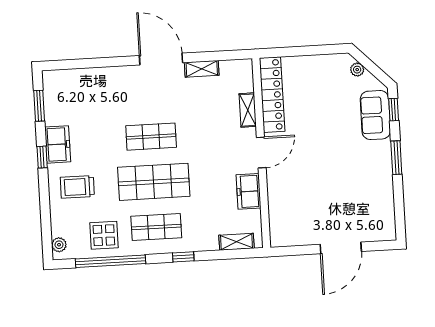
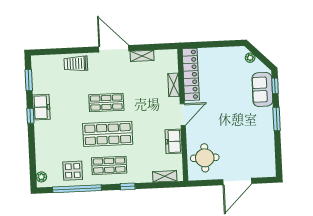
trolley: (77, 187) -> (76, 64), moved
round table: (294, 214) -> (205, 158), added

